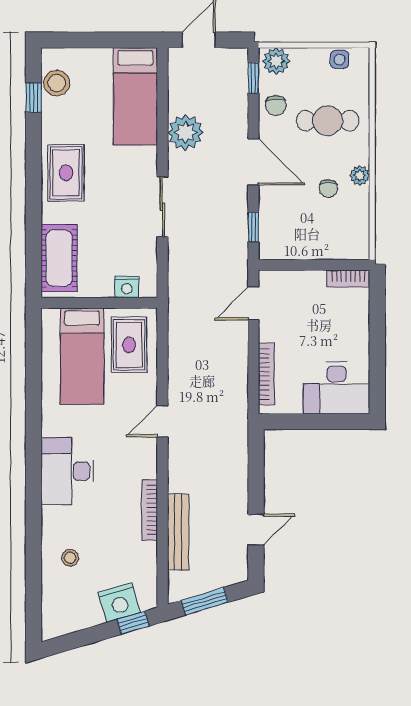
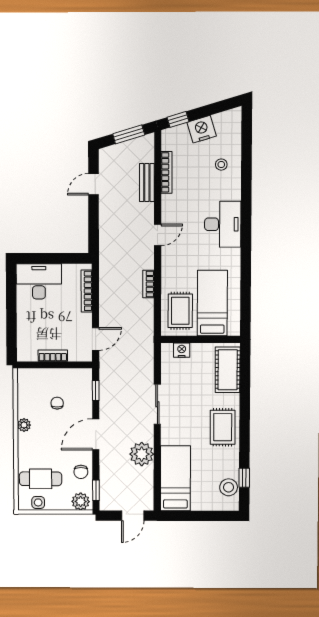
chair: (276, 105) -> (81, 472), turned 180
cafe table: (328, 121) -> (41, 479), moved
door: (253, 162) -> (96, 434), hinge flipped
chair: (328, 188) -> (57, 403), moved
bookcase: (348, 279) -> (53, 356), moved
bookcase: (176, 384) -> (148, 284), added
door: (162, 421) -> (158, 235), moved
bookcase: (150, 510) -> (166, 172), moved
bench: (178, 532) -> (147, 183), width x0.73
nightstand: (119, 602) -> (202, 129), moved

